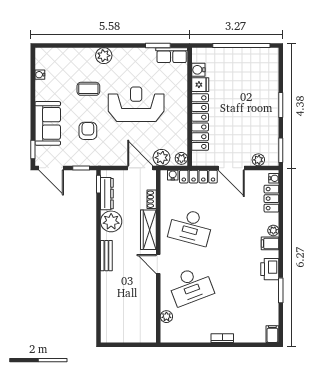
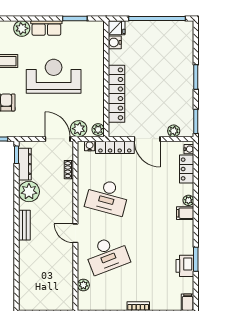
row of seats: (172, 55) -> (46, 28), moved
fridge: (200, 85) -> (117, 28), moved
wardrobe: (148, 230) -> (66, 200), removed
printer: (270, 269) -> (185, 266), moved

